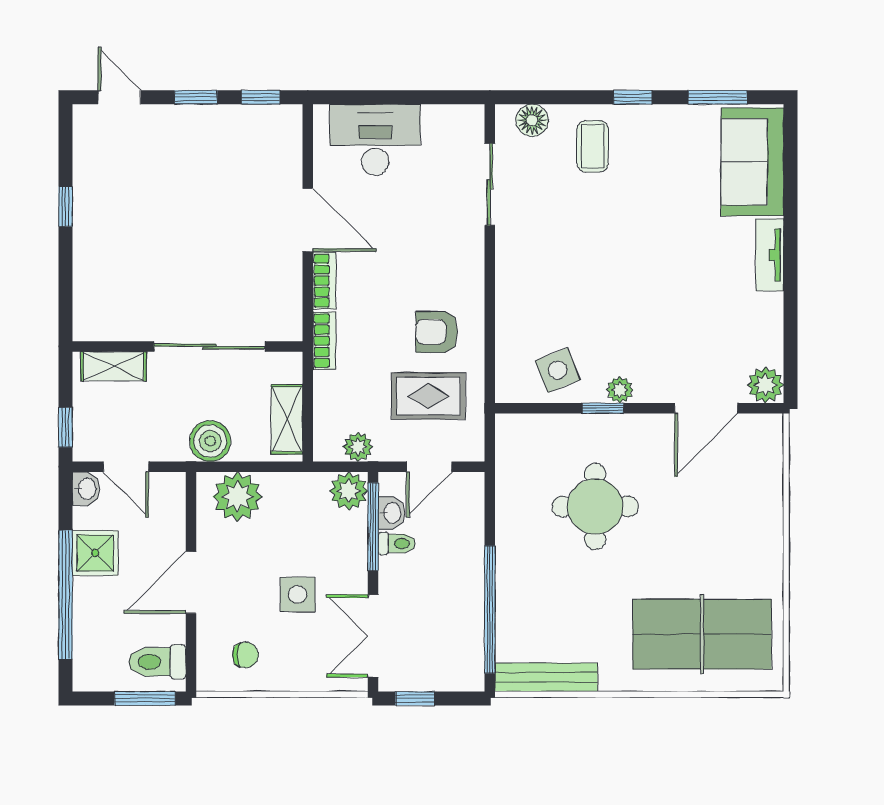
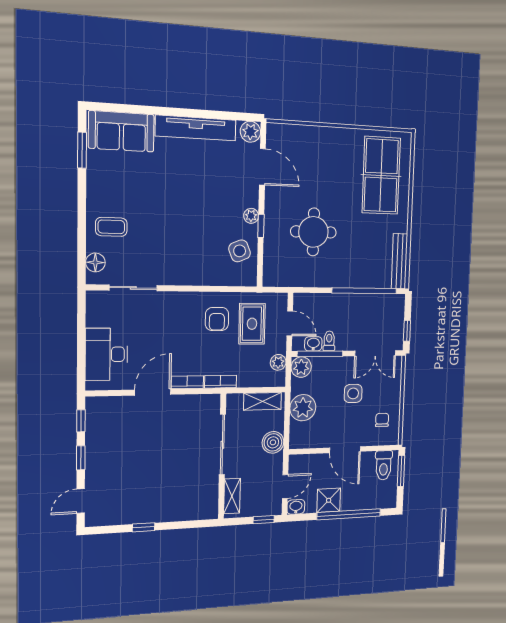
window: (633, 97) -> (82, 202), removed
tv unit: (770, 255) -> (196, 128), width x1.92, depth x1.29
plant: (237, 497) -> (303, 408), moved

